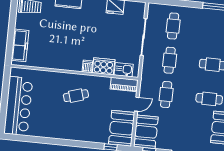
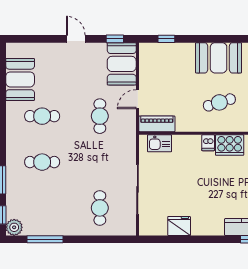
cafe table: (170, 60) -> (100, 162), removed
cooker: (104, 66) -> (230, 145), moved
booth: (122, 128) -> (219, 58), moved, turned 90

